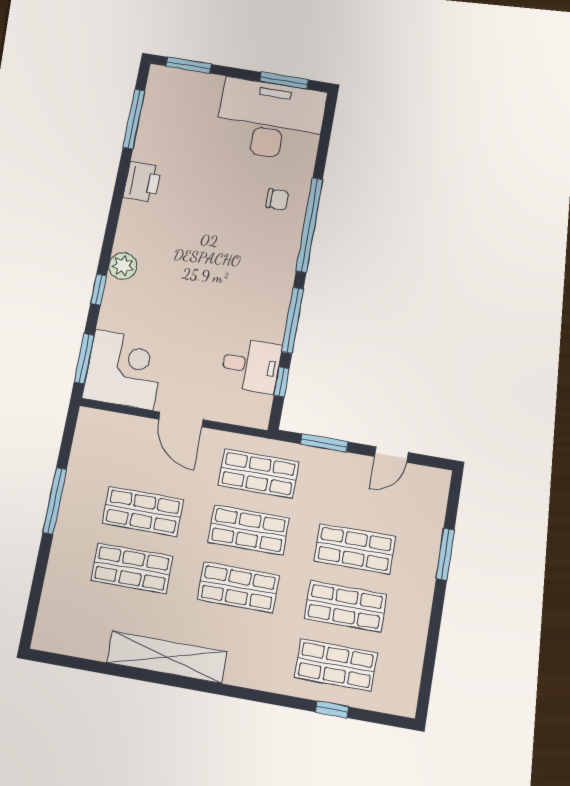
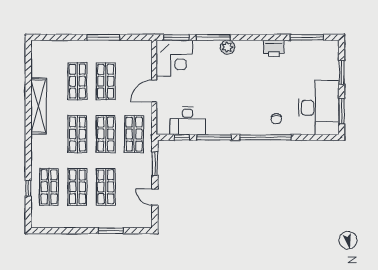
window: (189, 65) -> (342, 72), moved
window: (99, 289) -> (213, 37), width x2.17
desk: (251, 365) -> (188, 121), width x1.37

